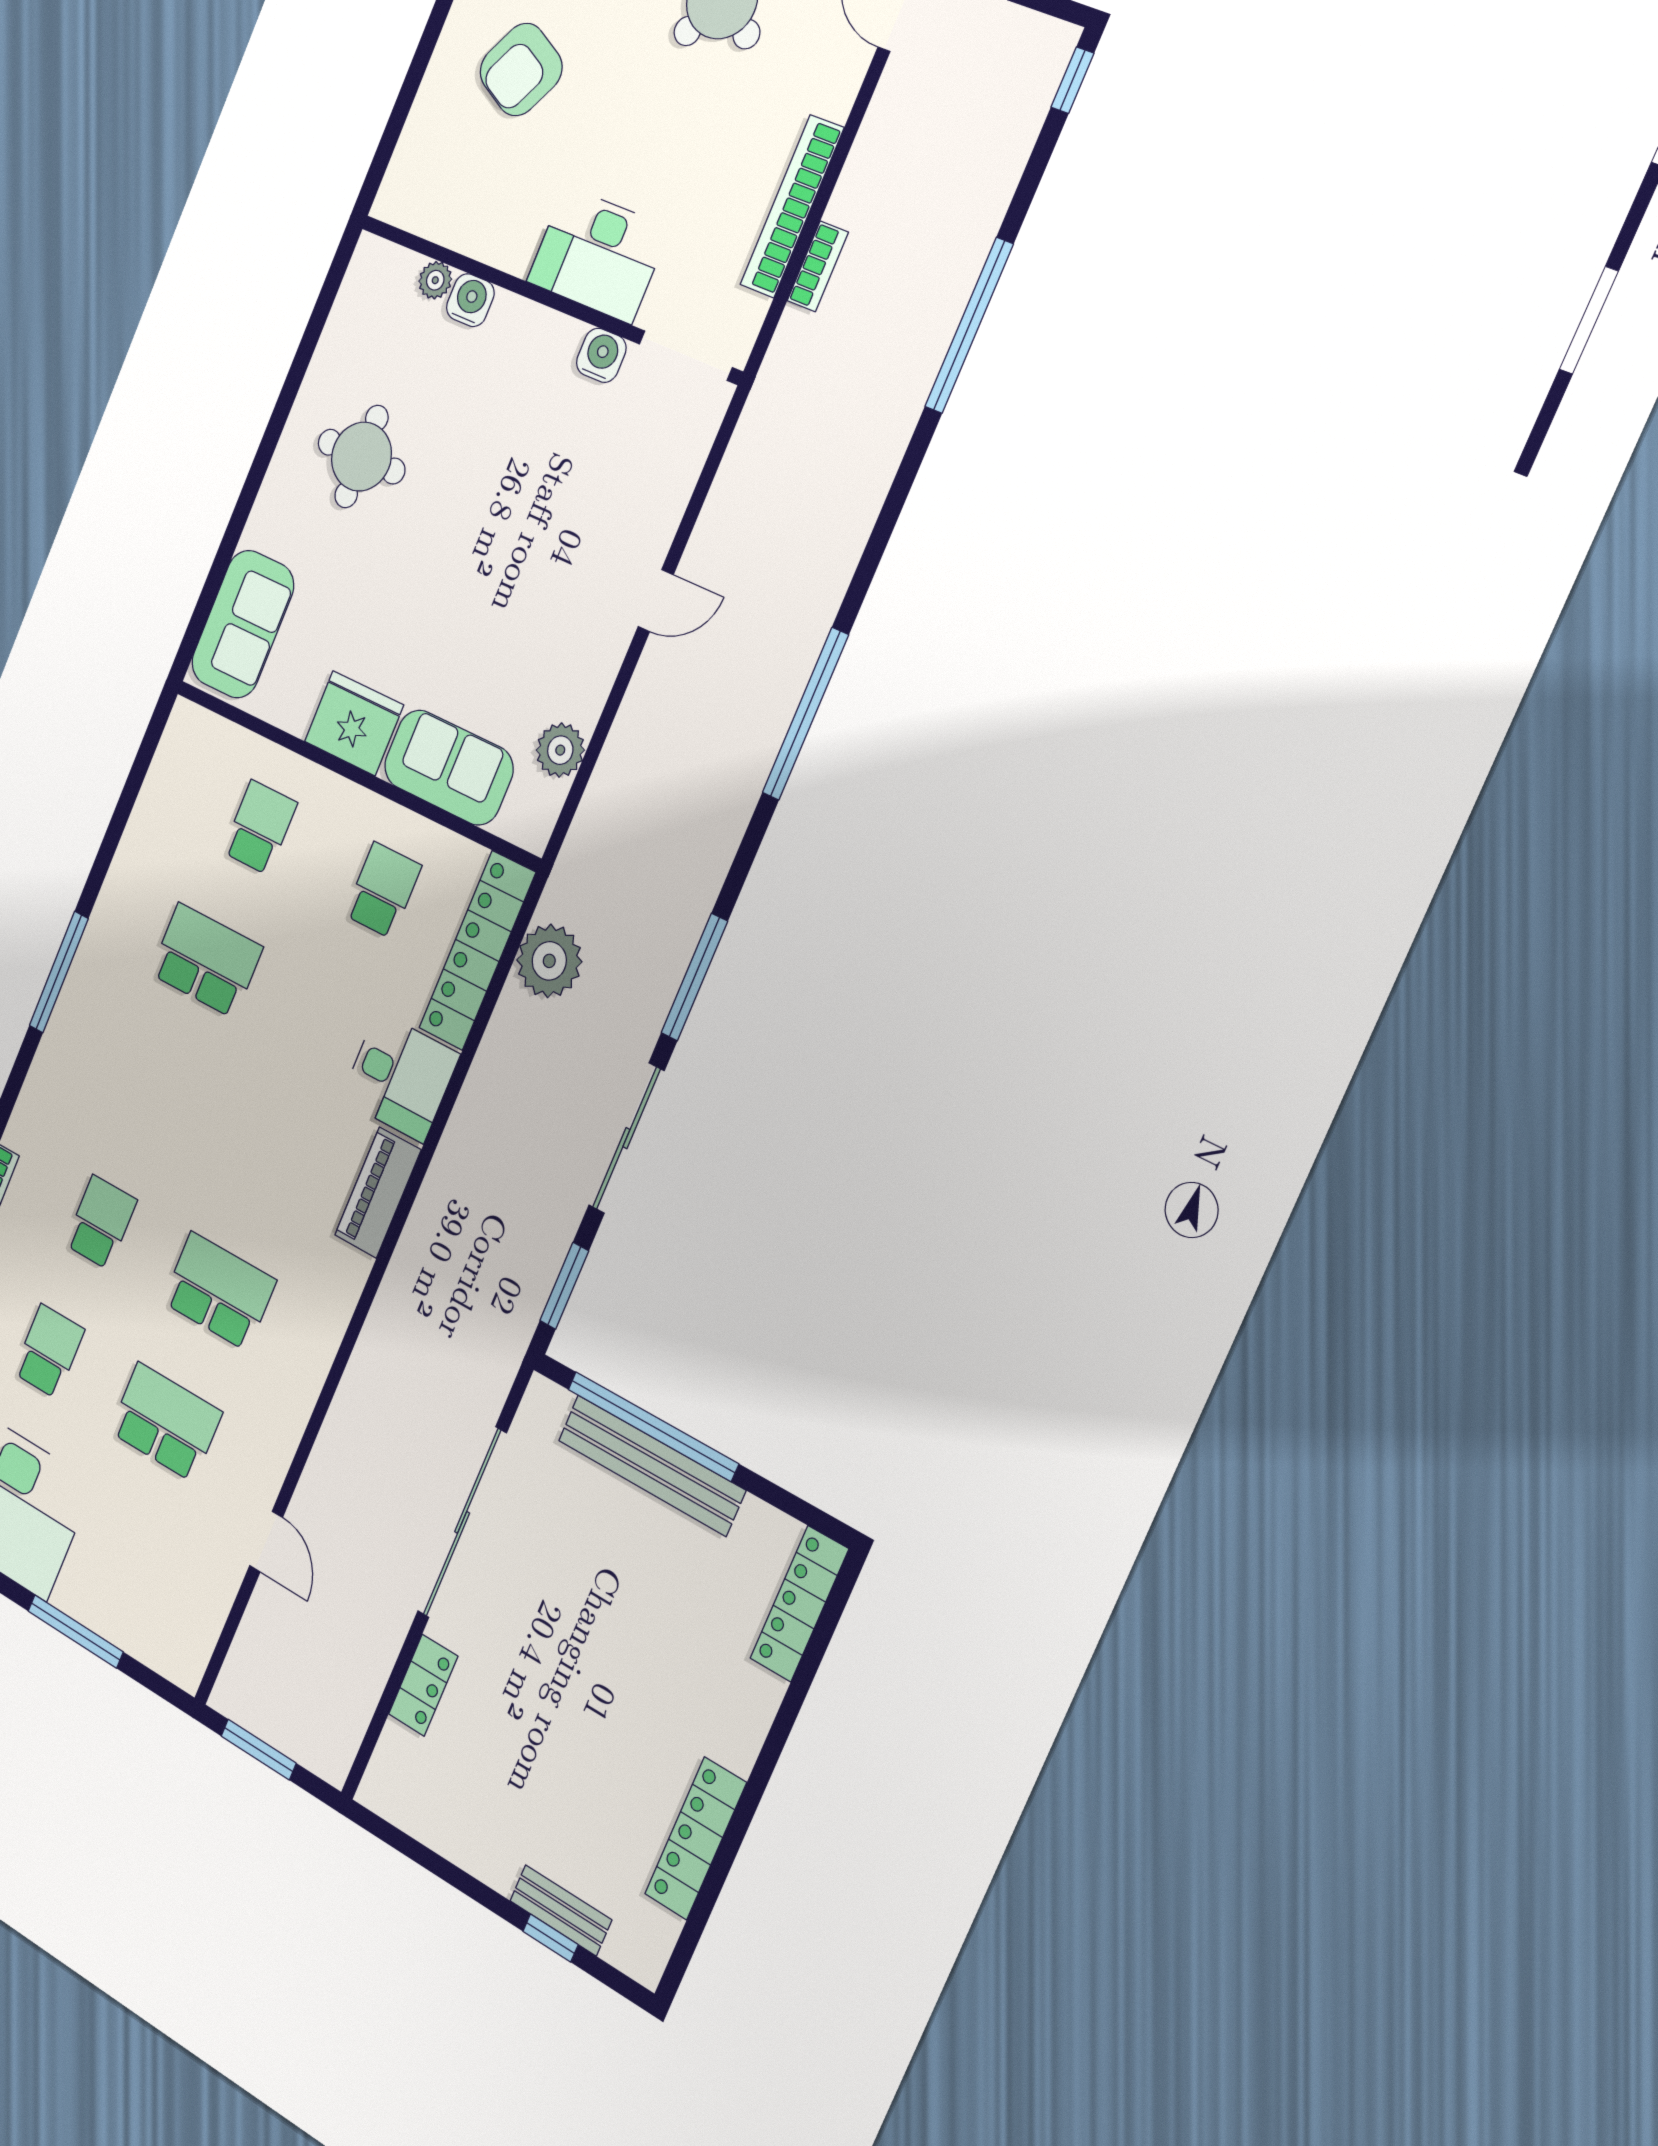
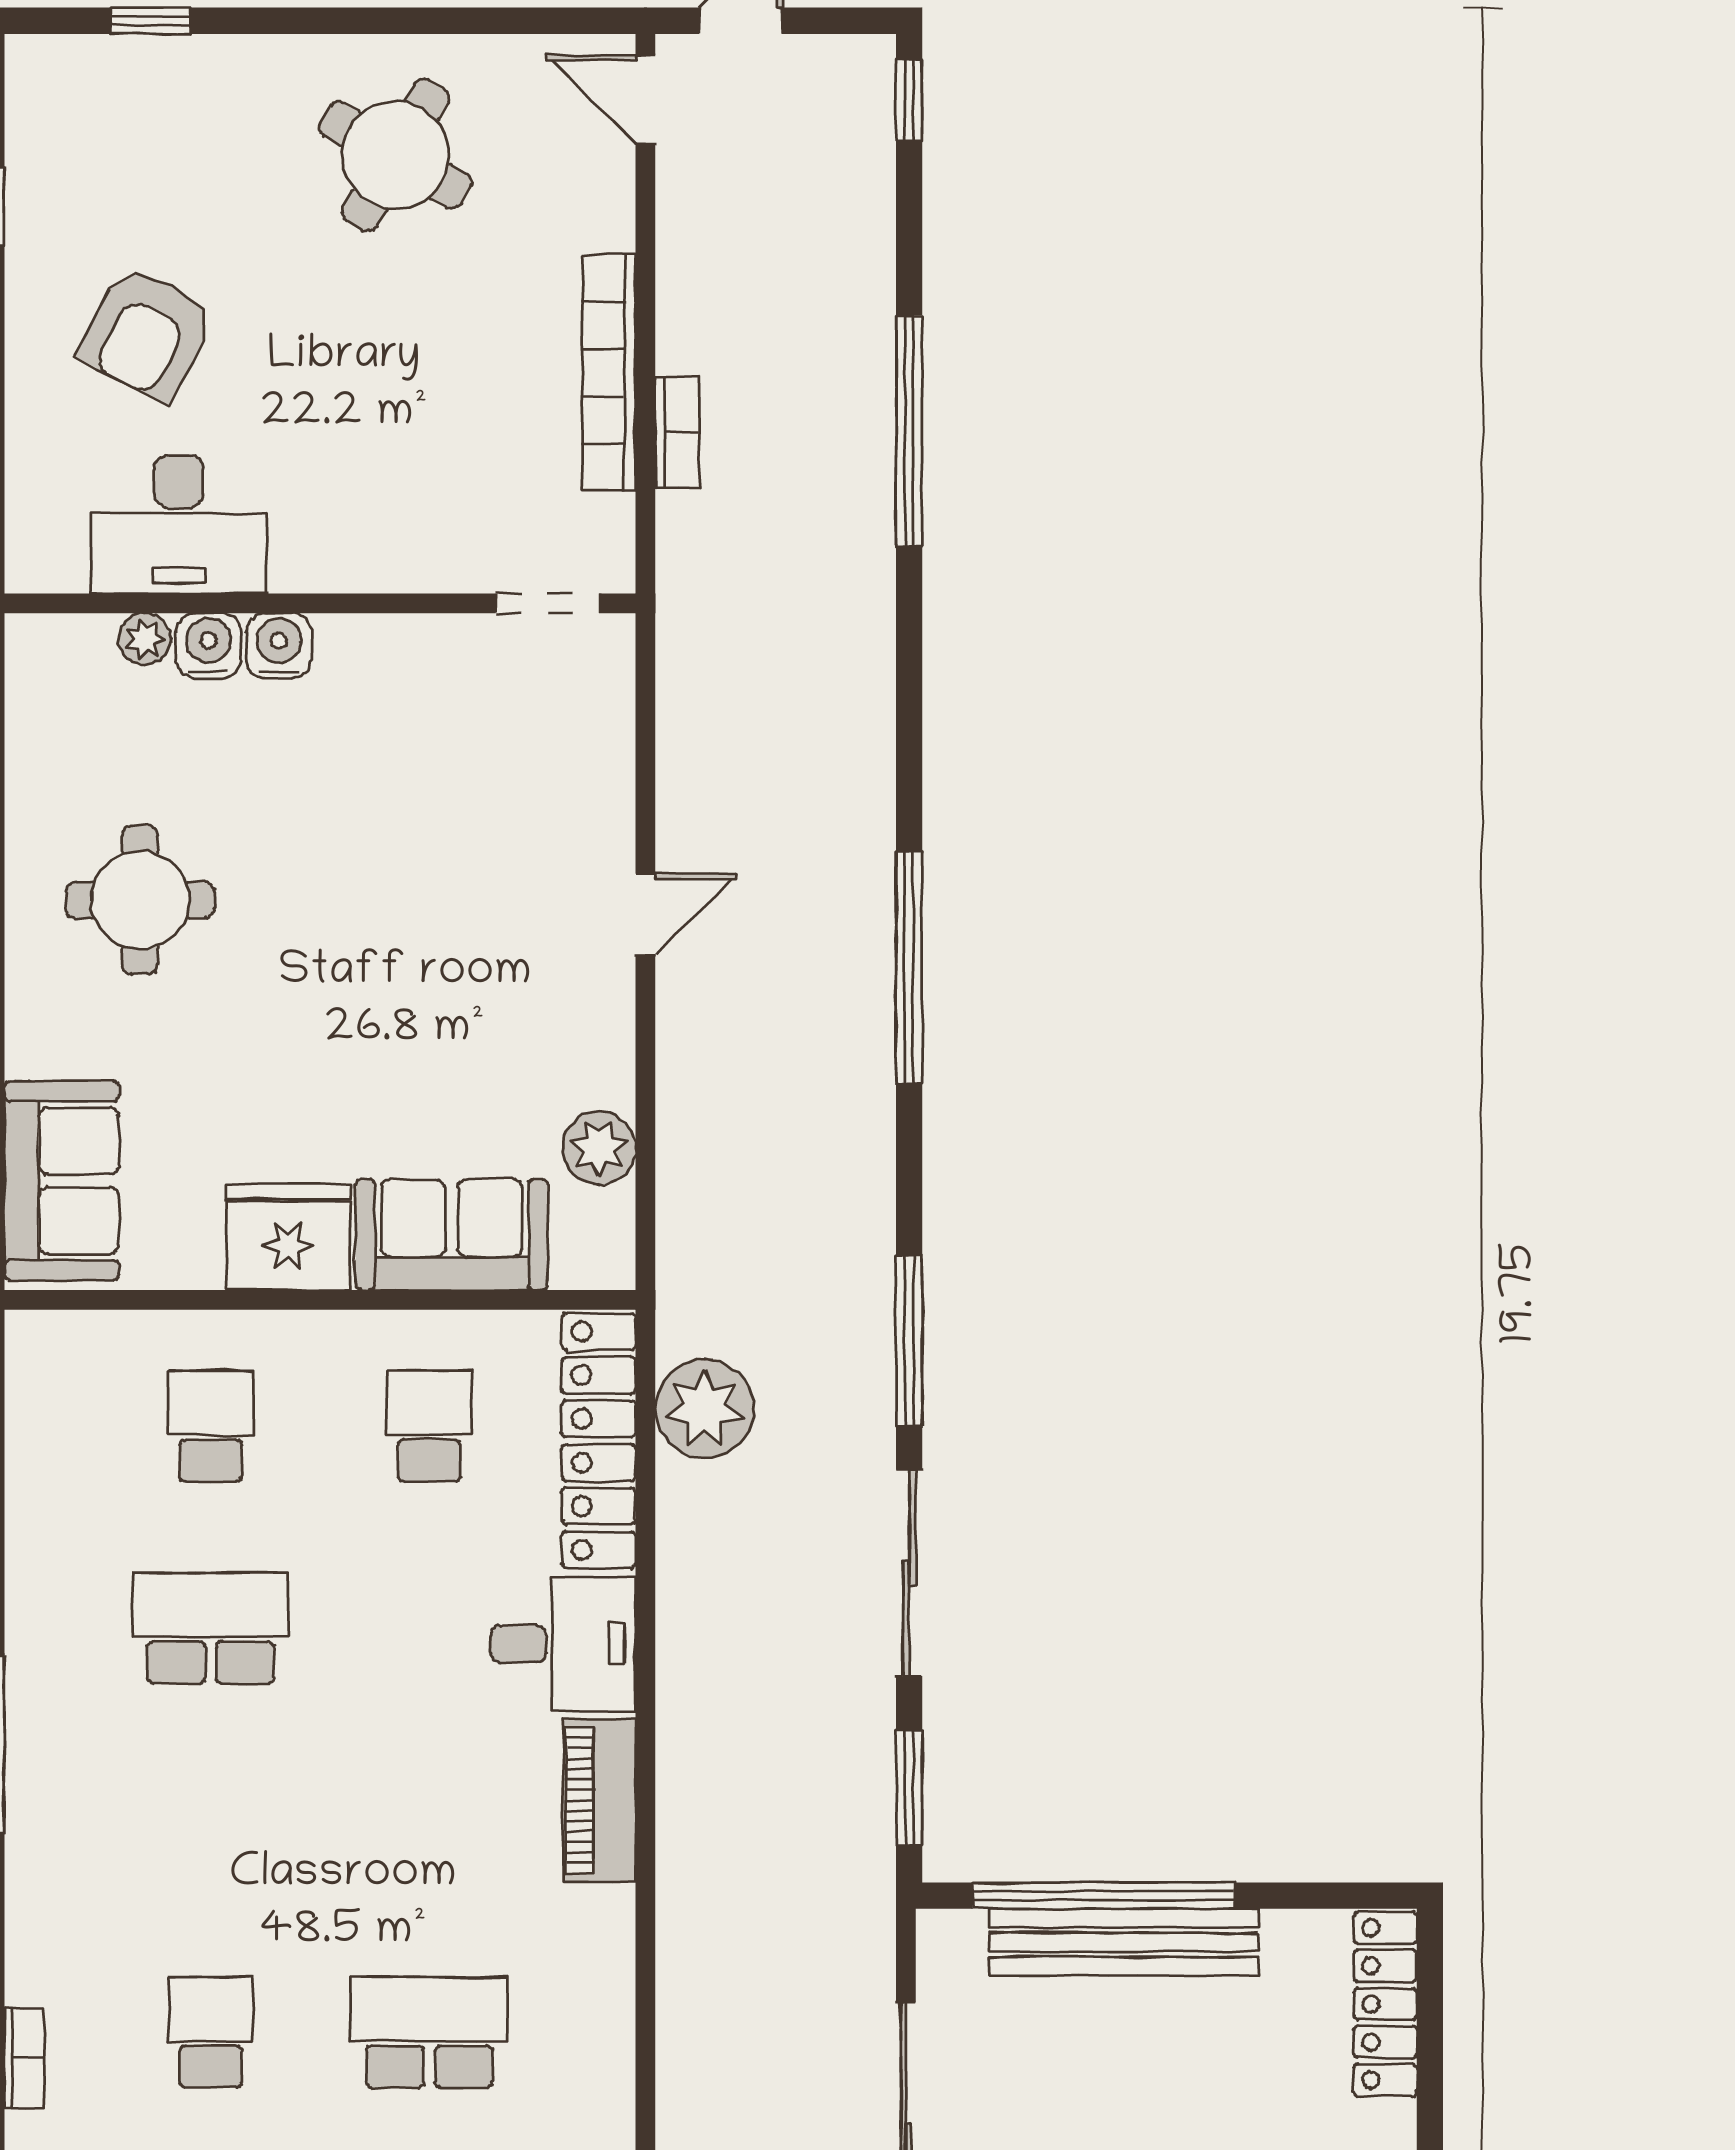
desk: (598, 255) -> (179, 524), moved
water cooler: (601, 355) -> (279, 646), moved
doorway: (686, 356) -> (547, 603), width x0.73

